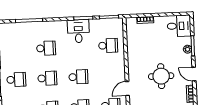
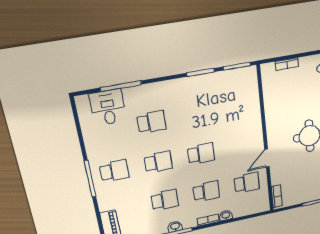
desk: (78, 31) -> (108, 107), moved
school desk: (108, 45) -> (238, 106), removed

